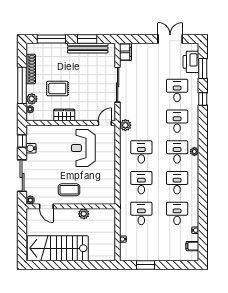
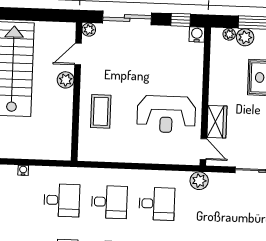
wardrobe: (64, 115) -> (217, 122), moved
water cooler: (31, 148) -> (197, 34), moved
reception desk: (83, 148) -> (166, 114), turned 180
coffee table: (69, 190) -> (101, 111), moved
plant: (84, 214) -> (66, 80), moved

